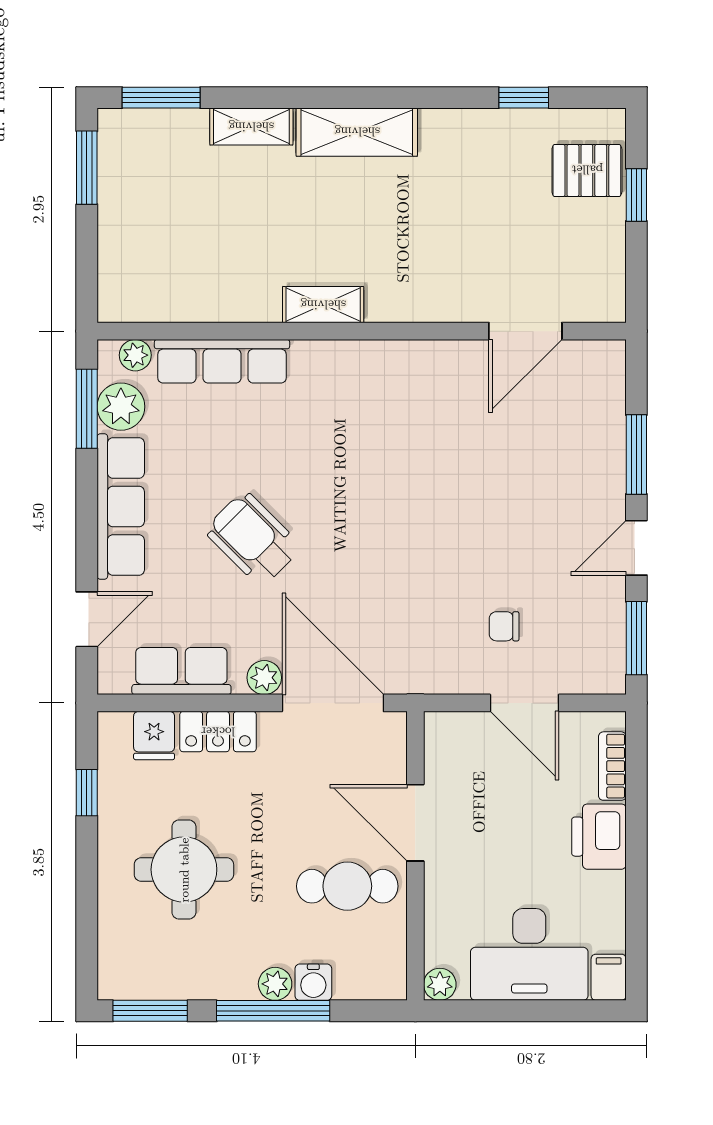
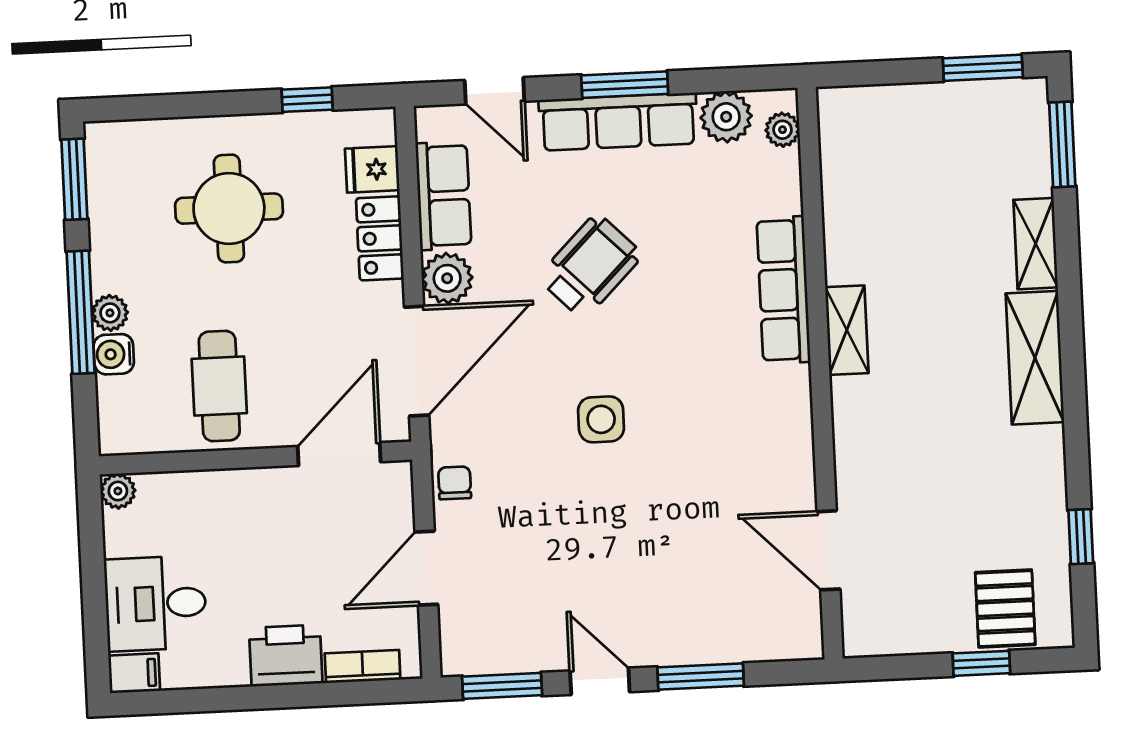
row of seats: (222, 361) -> (784, 290), moved
window: (87, 409) -> (625, 85), moved
side table: (395, 535) -> (601, 419), added
chair: (504, 626) -> (455, 483), moved
plant: (264, 678) -> (447, 278), width x1.38, depth x1.38
door: (415, 823) -> (339, 454), moved
desk: (529, 954) -> (156, 603), width x0.73

